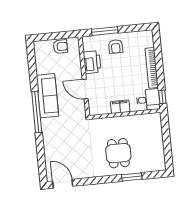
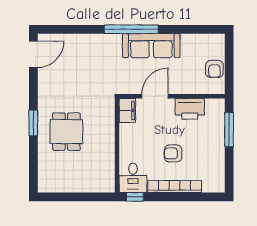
armchair: (116, 47) -> (173, 153), moved
filing cabinet: (120, 107) -> (127, 110), moved
dining table: (118, 153) -> (66, 132), turned 90
window: (132, 177) -> (33, 123), moved

